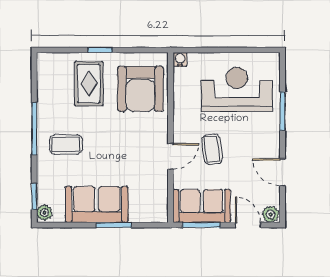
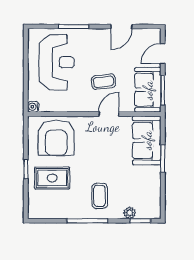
armchair: (140, 89) -> (56, 138), turned 90
reception desk: (237, 89) -> (57, 62), turned 180
door: (171, 156) -> (109, 114), hinge flipped
sofa: (97, 204) -> (147, 140), moved
plant: (44, 213) -> (130, 213), moved
plant: (271, 214) -> (154, 36), removed

